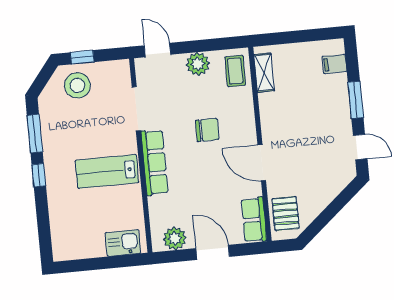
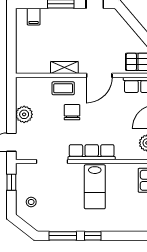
window: (82, 57) -> (11, 182), moved
coffee table: (235, 71) -> (63, 88), moved
shelving: (264, 73) -> (64, 68), moved
stool: (77, 85) -> (31, 202), width x0.53, depth x0.53

